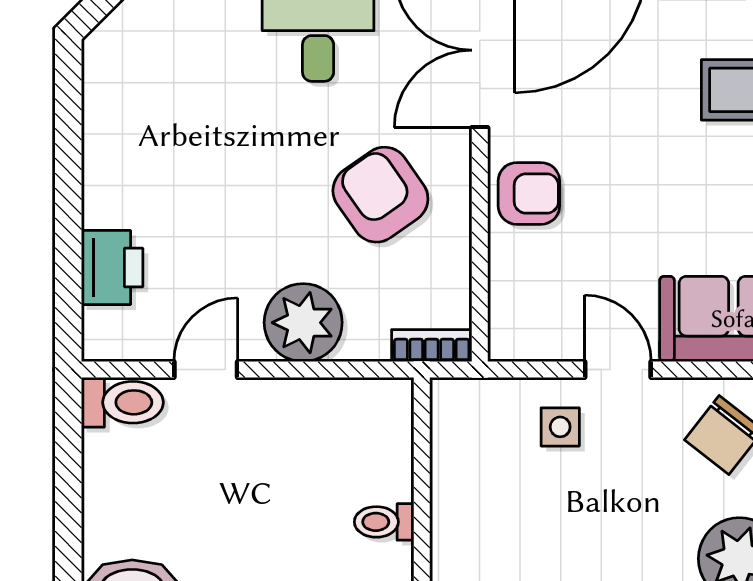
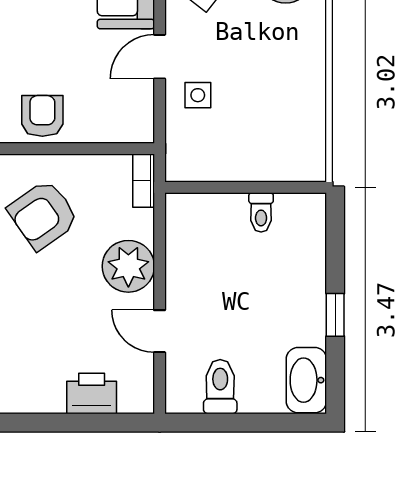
toilet: (122, 402) -> (220, 387), moved

